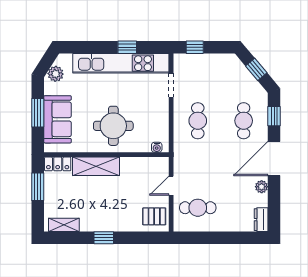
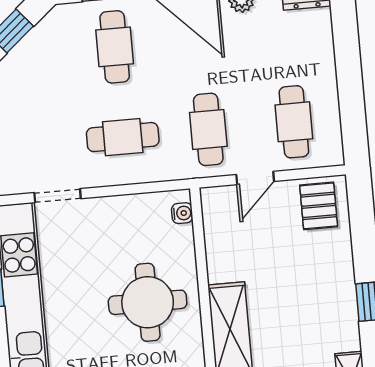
cafe table: (244, 121) -> (115, 47), turned 90
cafe table: (198, 164) -> (208, 129), added
door: (171, 186) -> (255, 178), hinge flipped

